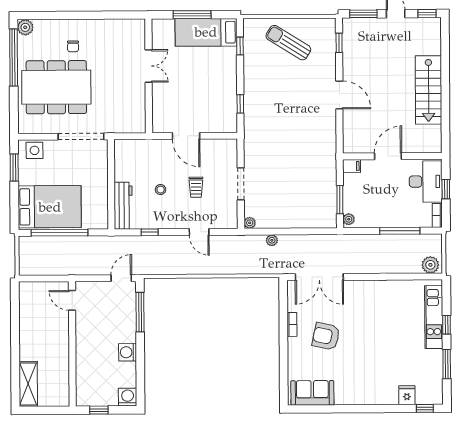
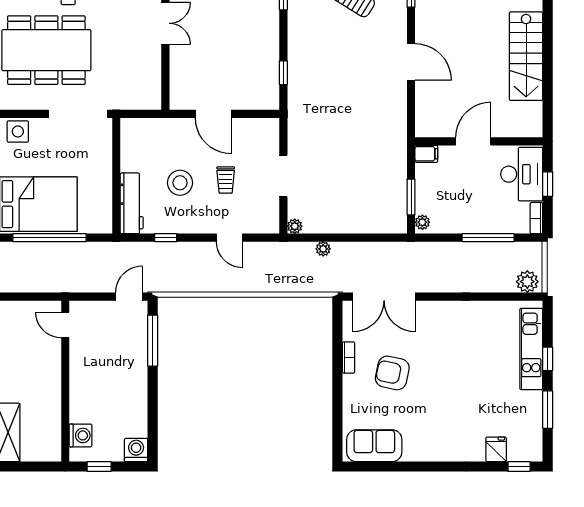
stool: (161, 190) -> (180, 183), width x1.89, depth x1.89
washing machine: (128, 352) -> (81, 435), moved, turned 180

